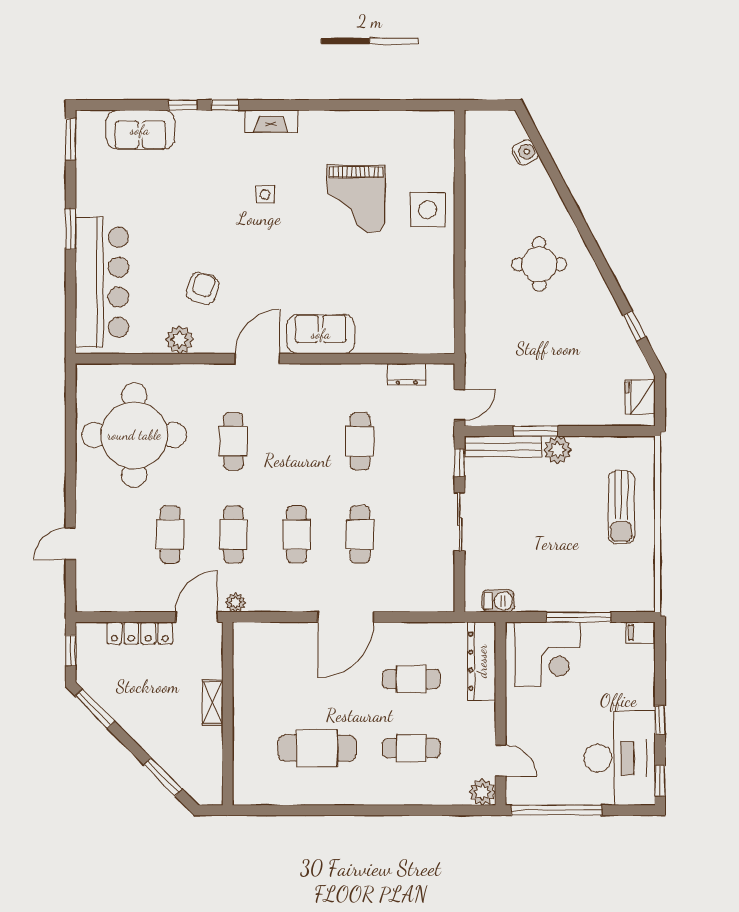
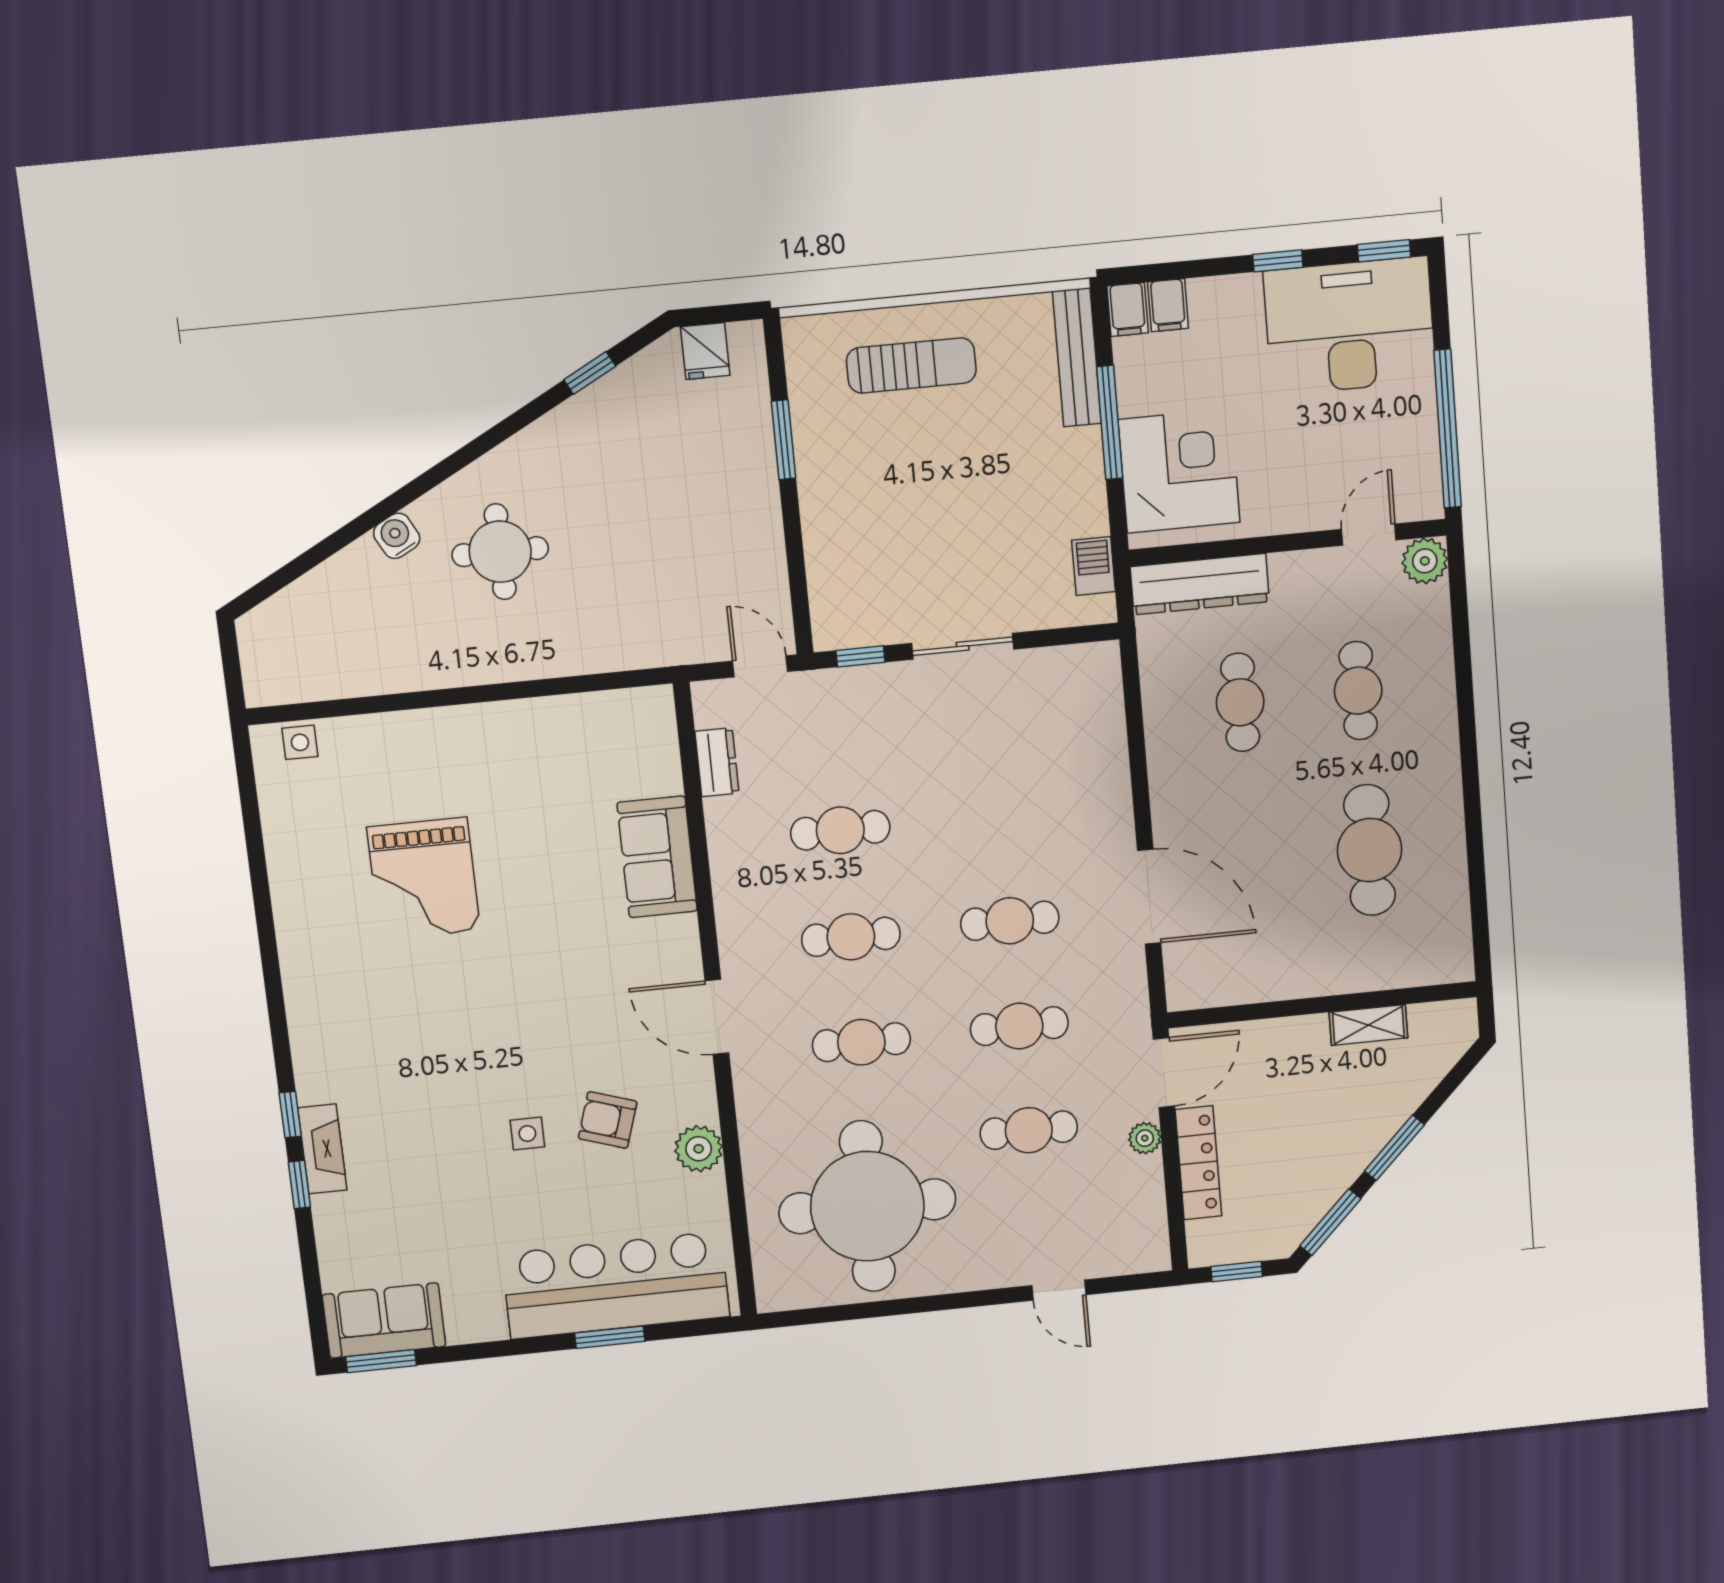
fireplace: (271, 121) -> (322, 1149), moved
sofa: (140, 130) -> (384, 1320), moved, turned -90
water cooler: (525, 153) -> (397, 536), moved
side table: (265, 194) -> (527, 1134), moved
grand piano: (356, 199) -> (424, 879), turned 90
side table: (428, 210) -> (300, 742), moved, width x0.54, depth x0.54
window: (71, 229) -> (610, 1337), moved
sofa: (321, 334) -> (657, 857), moved
fridge: (640, 397) -> (705, 351), width x0.72
window: (536, 431) -> (784, 440), moved
bench: (503, 447) -> (1077, 357), moved
plant: (558, 450) -> (822, 488), removed
cafe table: (360, 534) -> (851, 937), moved
plant: (235, 603) -> (1145, 1138), moved
door: (197, 617) -> (1164, 1073), swing flipped
door: (346, 617) -> (1149, 897), moved
filing cabinet: (641, 656) -> (1168, 305), added
shelving: (213, 703) -> (1368, 1025), moved
window: (163, 777) -> (1394, 1148), moved

